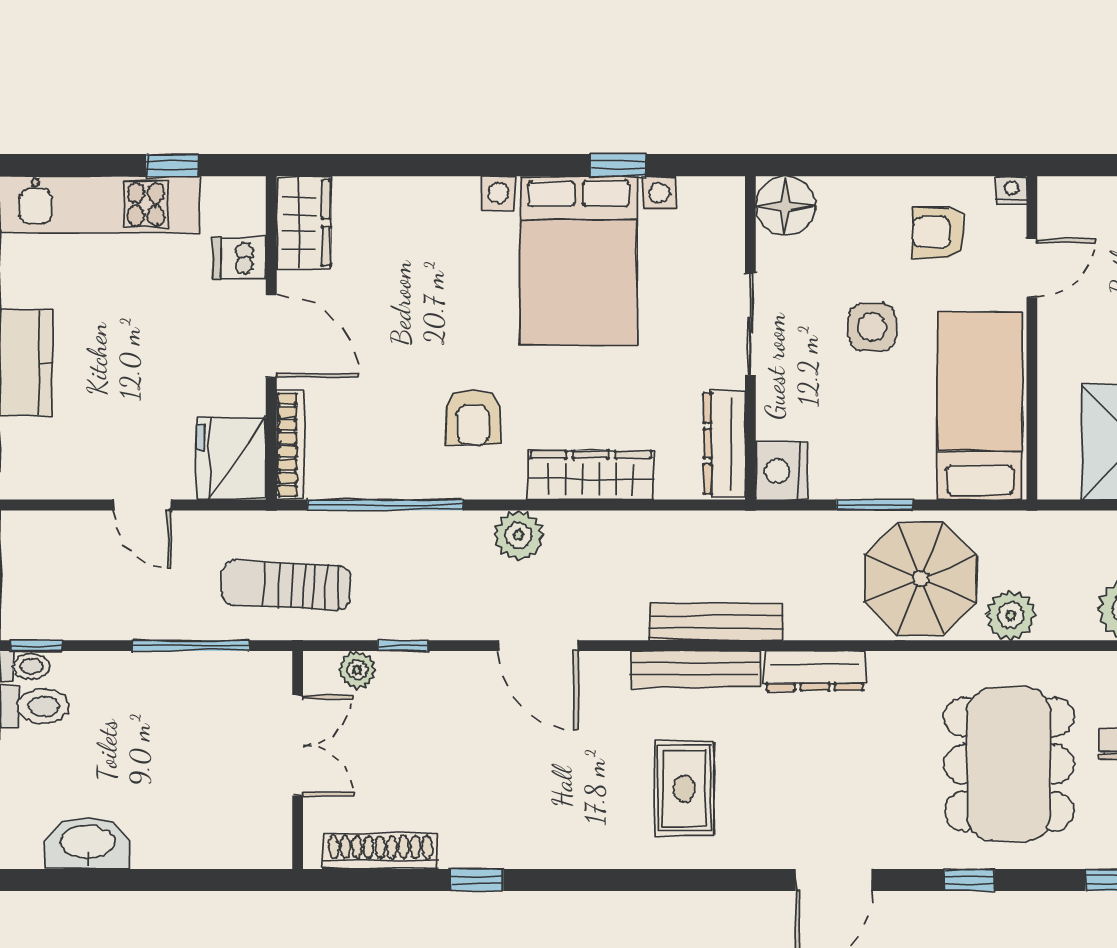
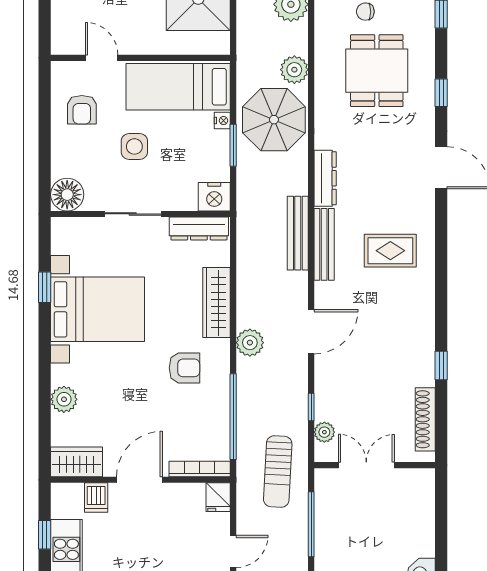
nightstand: (1011, 190) -> (222, 121), moved, turned 180
plant: (416, 200) -> (64, 399), added
fridge: (231, 459) -> (218, 497), width x0.53, depth x0.75
dining table: (1009, 764) -> (377, 71), width x0.73

